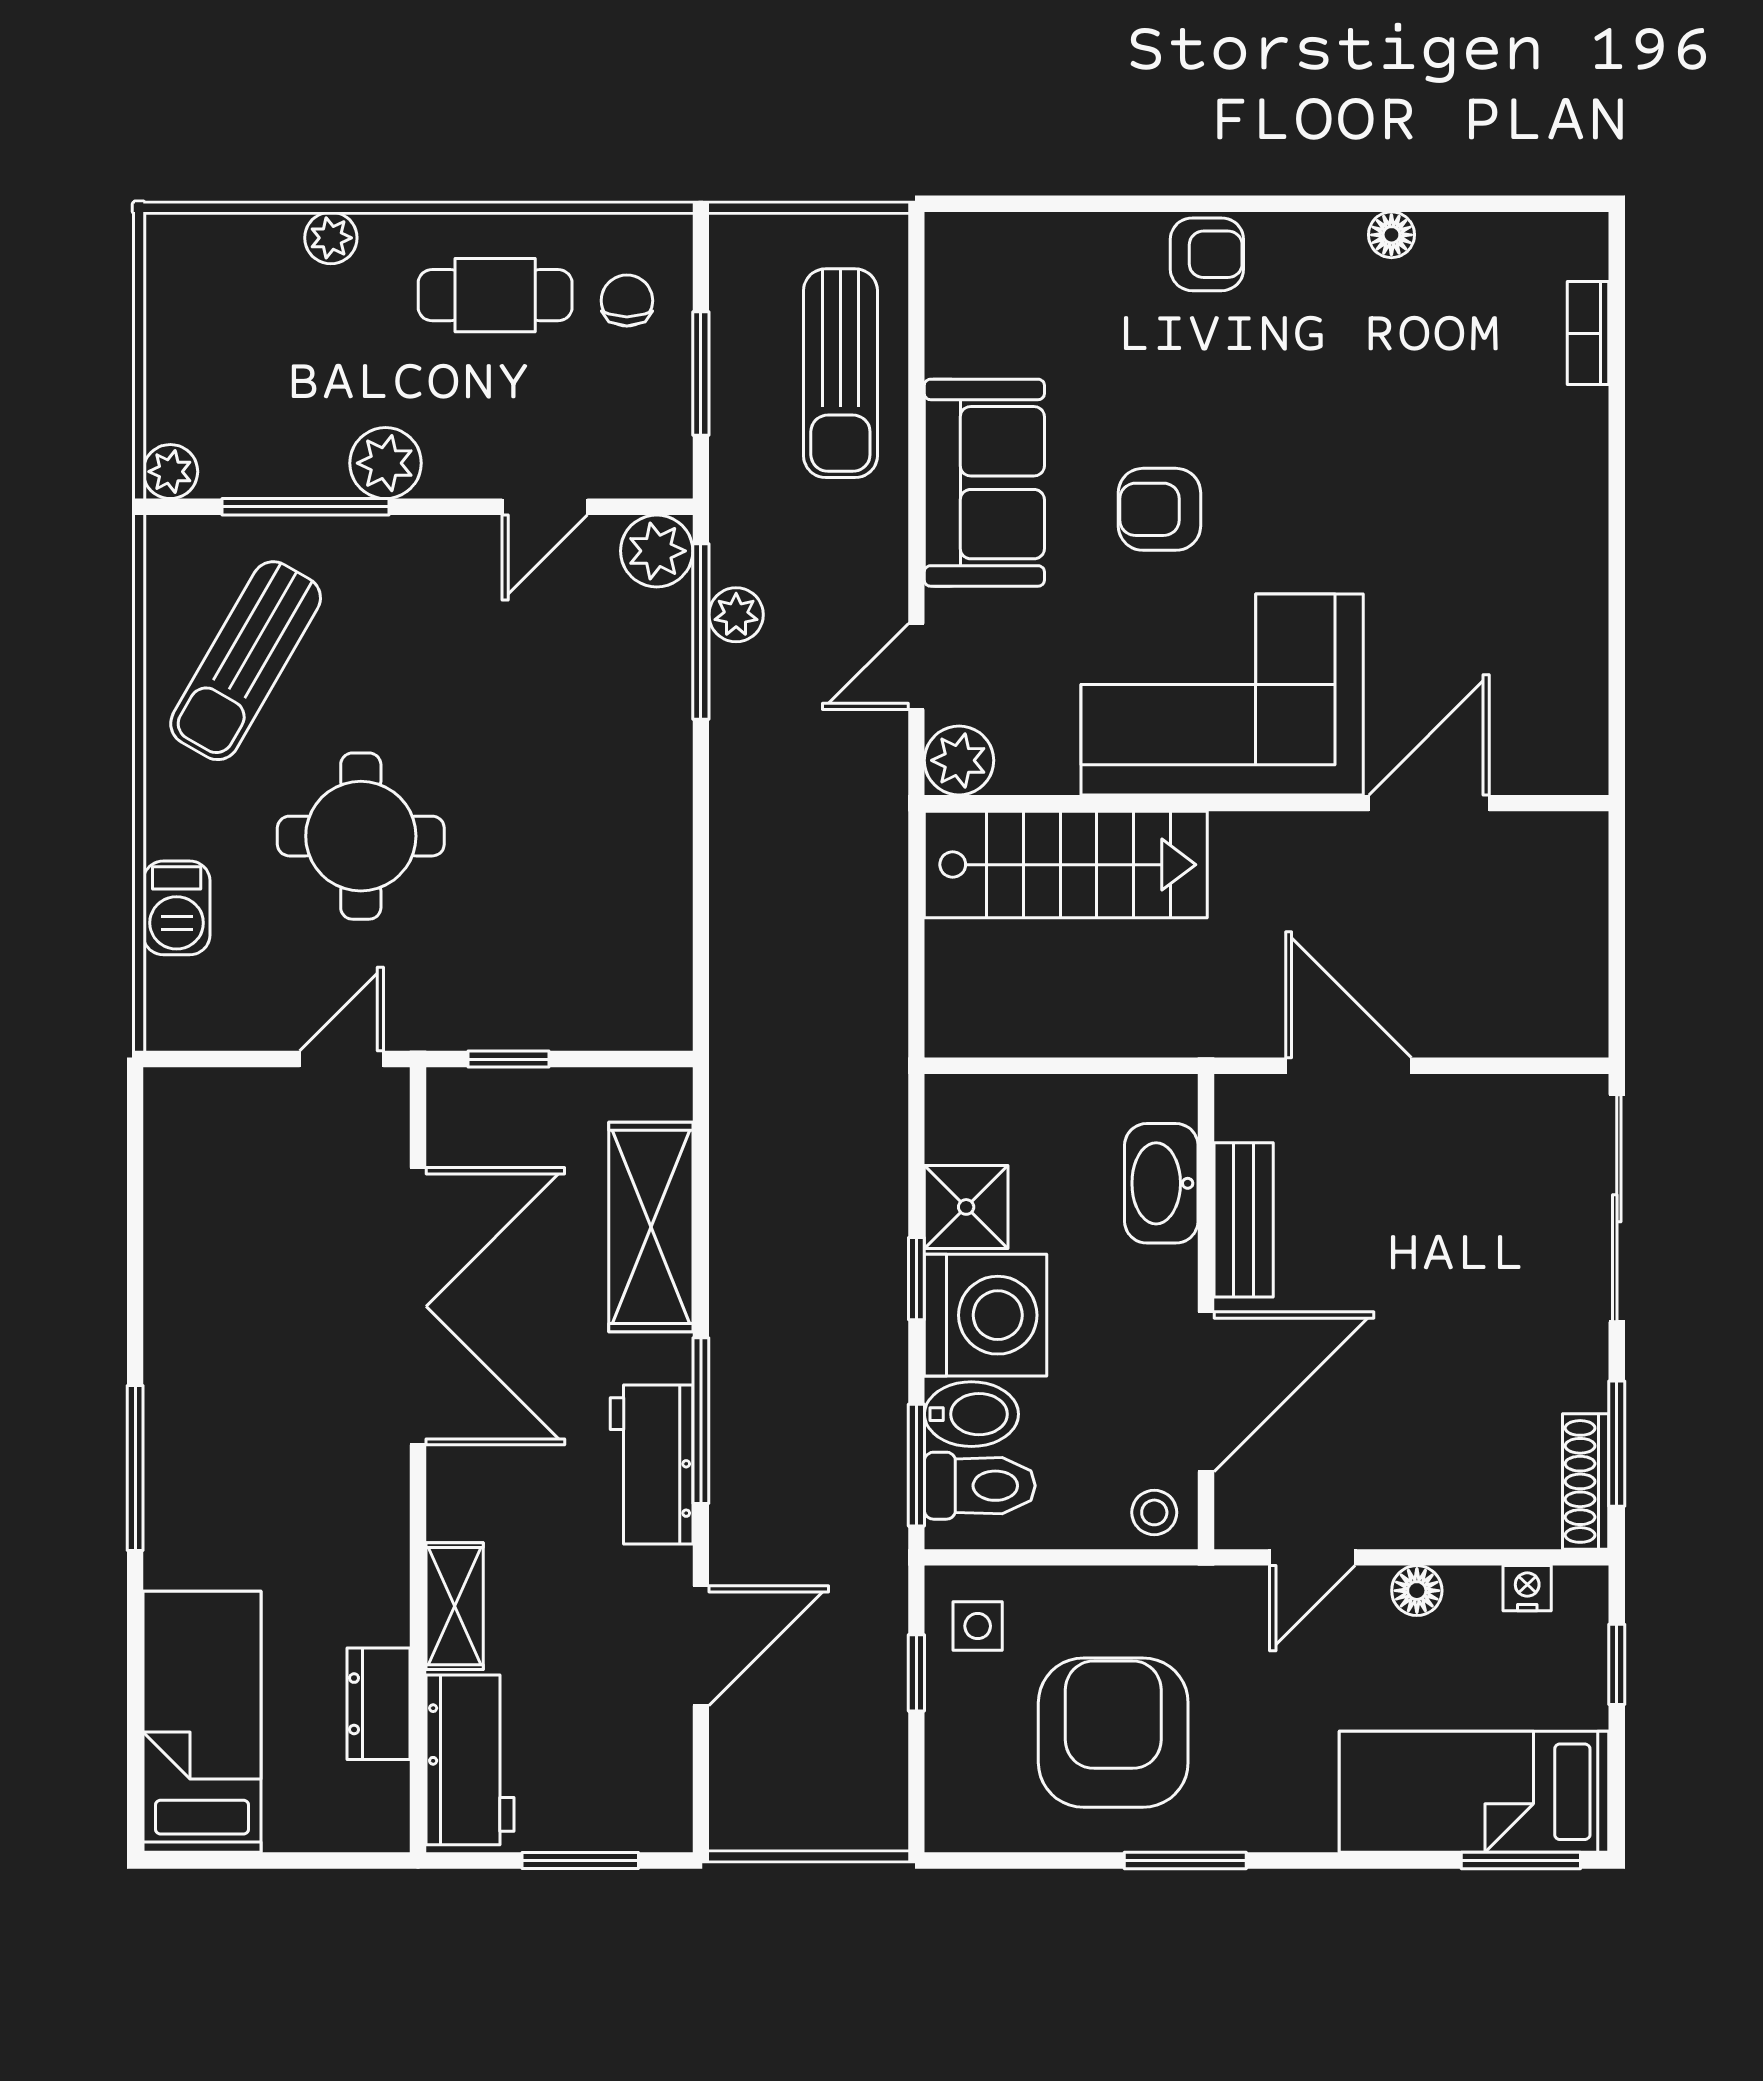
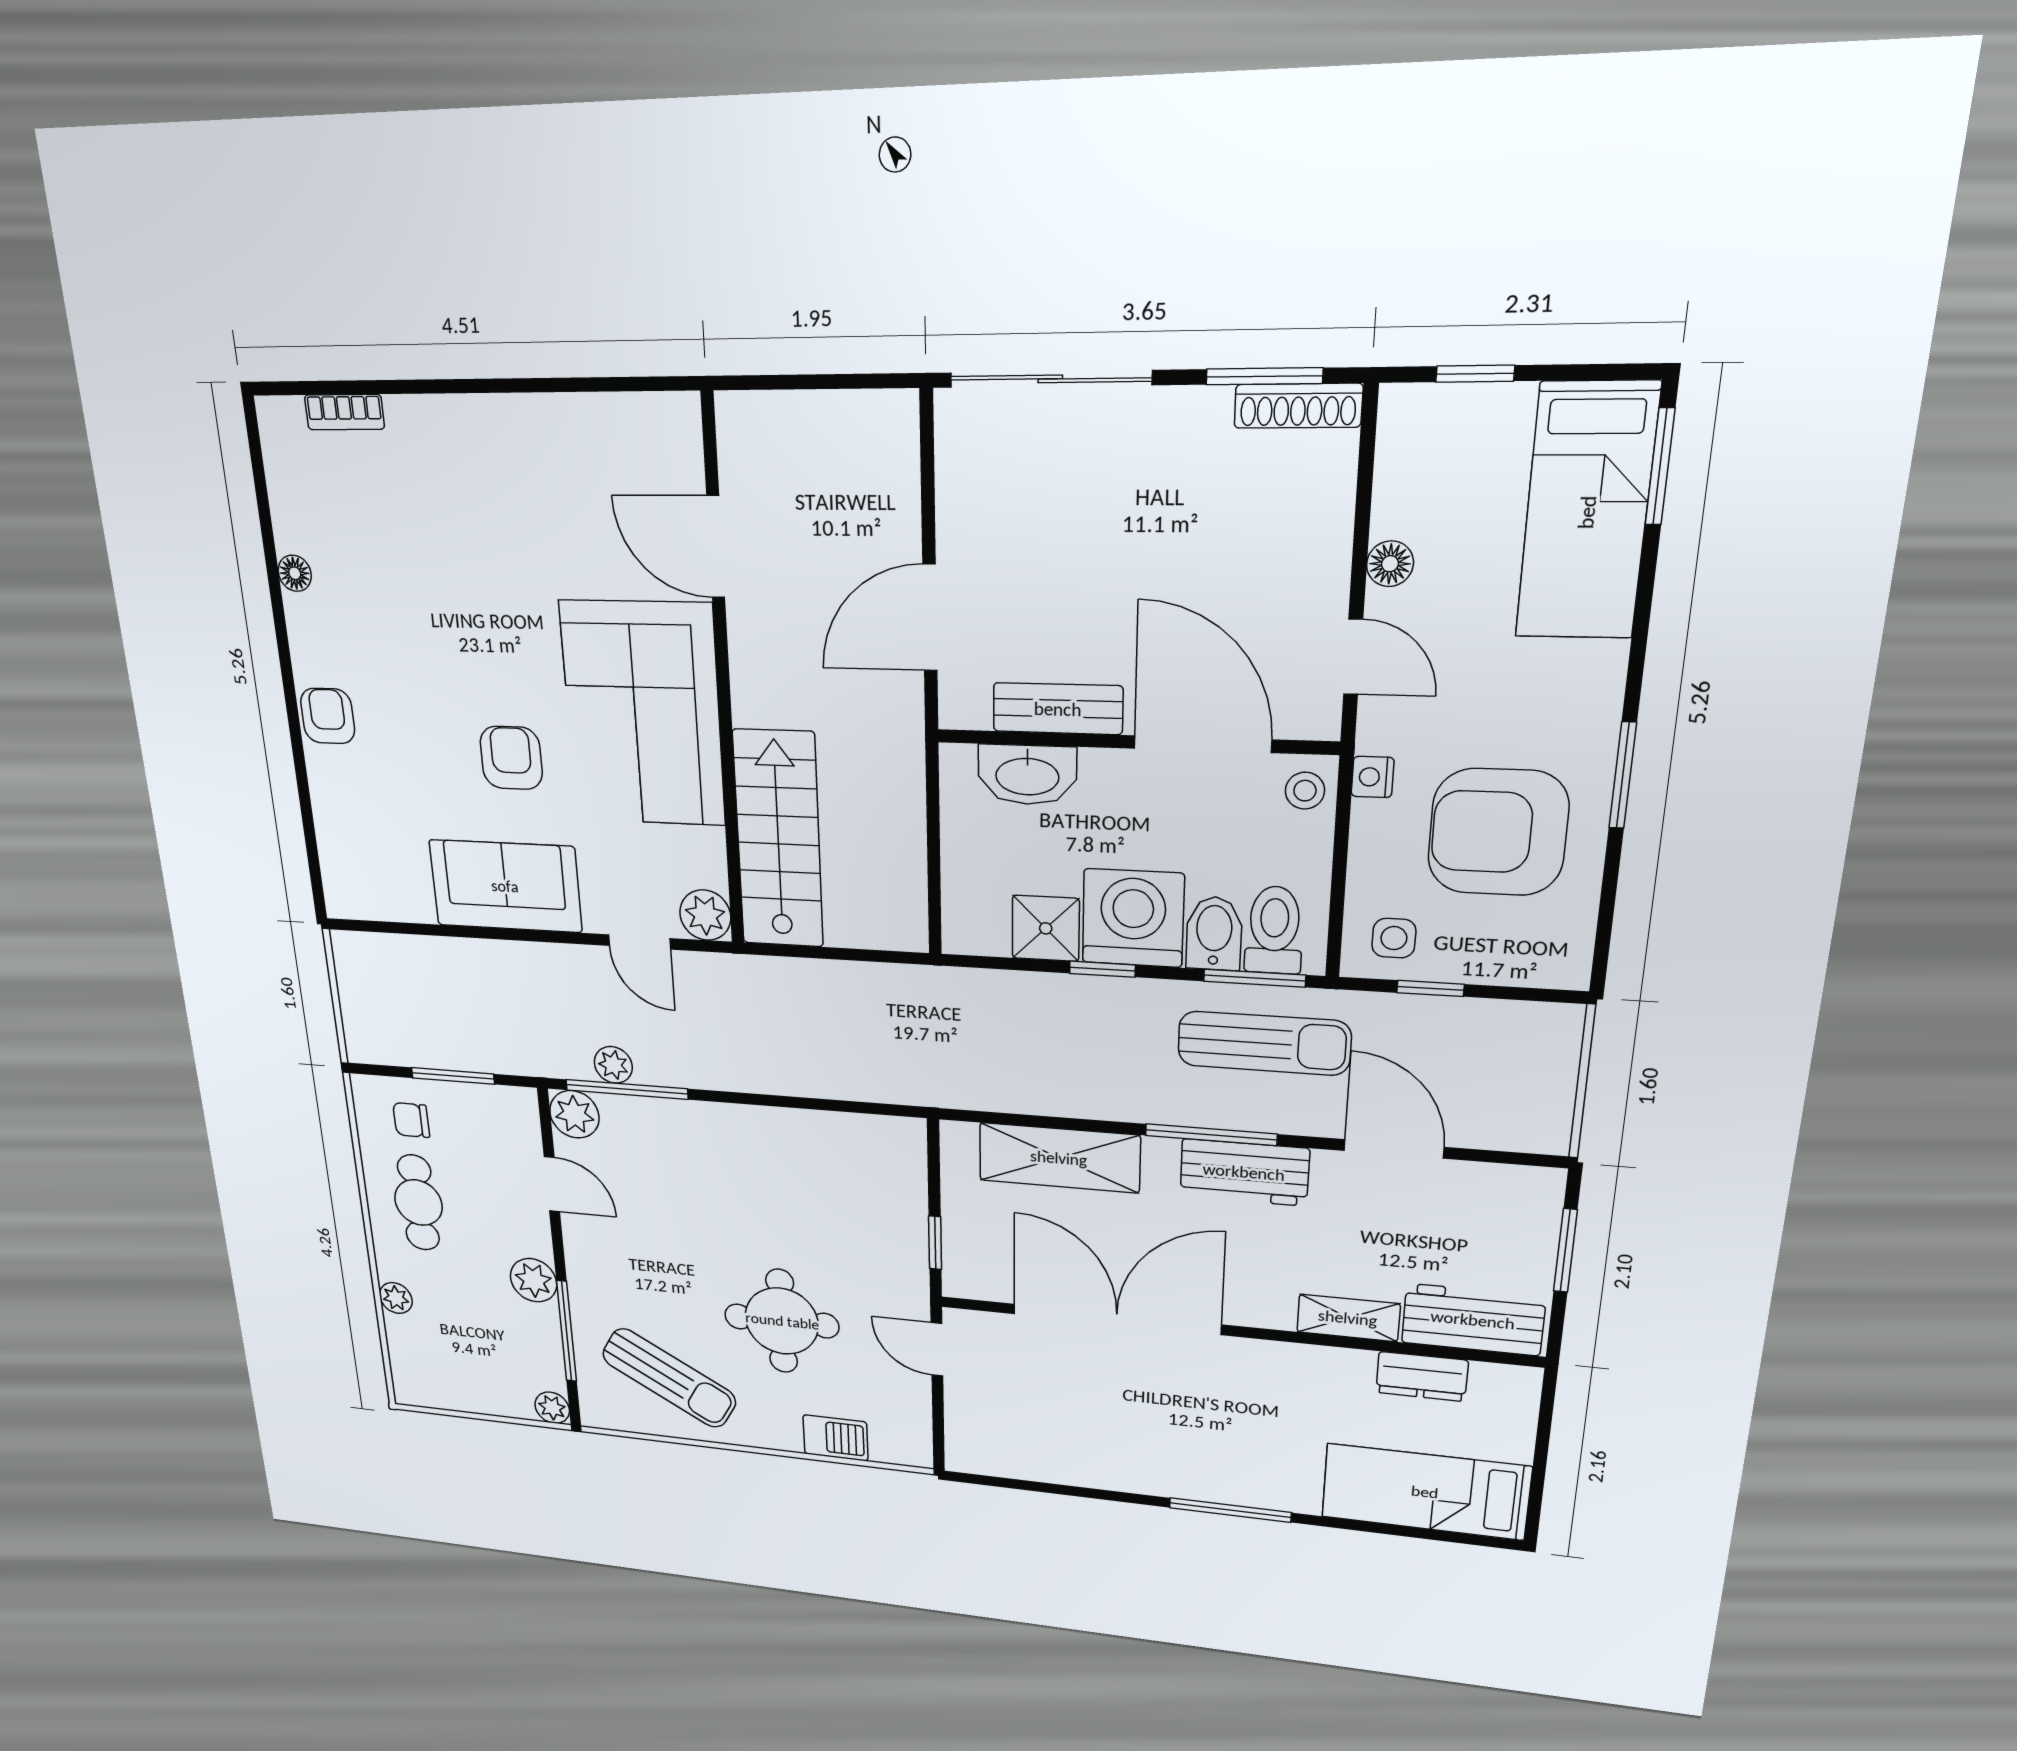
sun lounger: (840, 373) -> (1264, 1043), moved
armchair: (1159, 509) -> (511, 758), turned 180
nightstand: (1527, 1588) -> (1373, 777), moved

